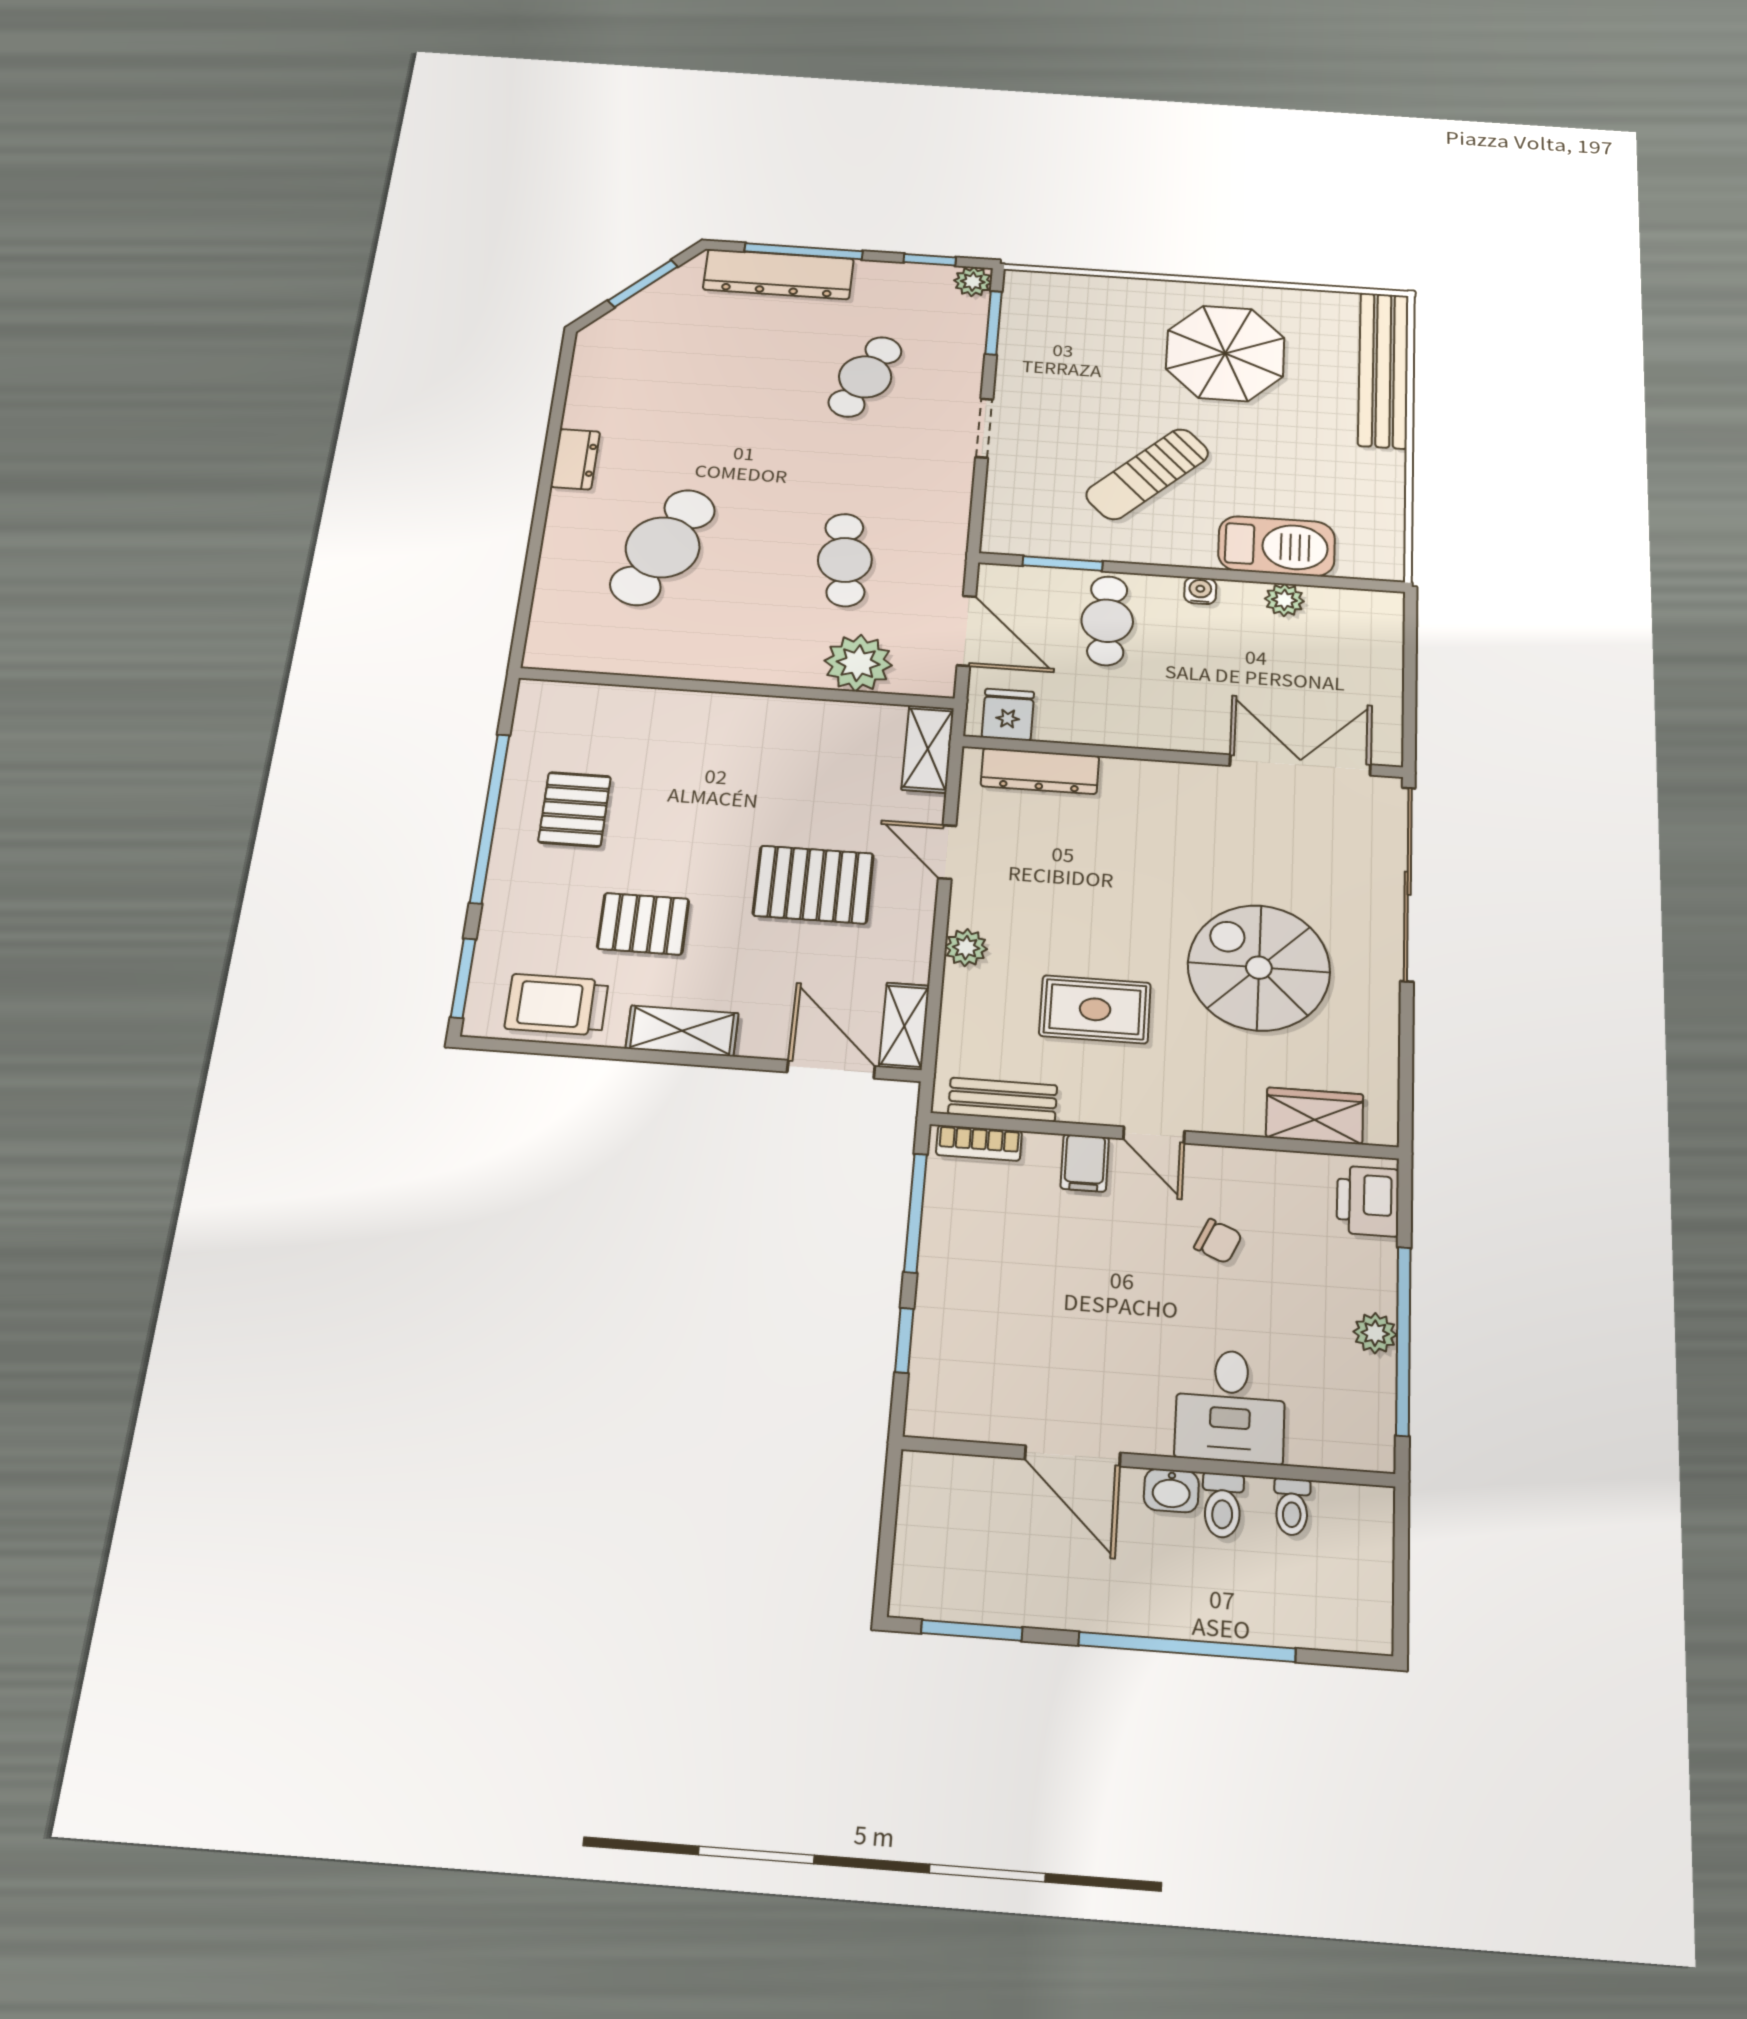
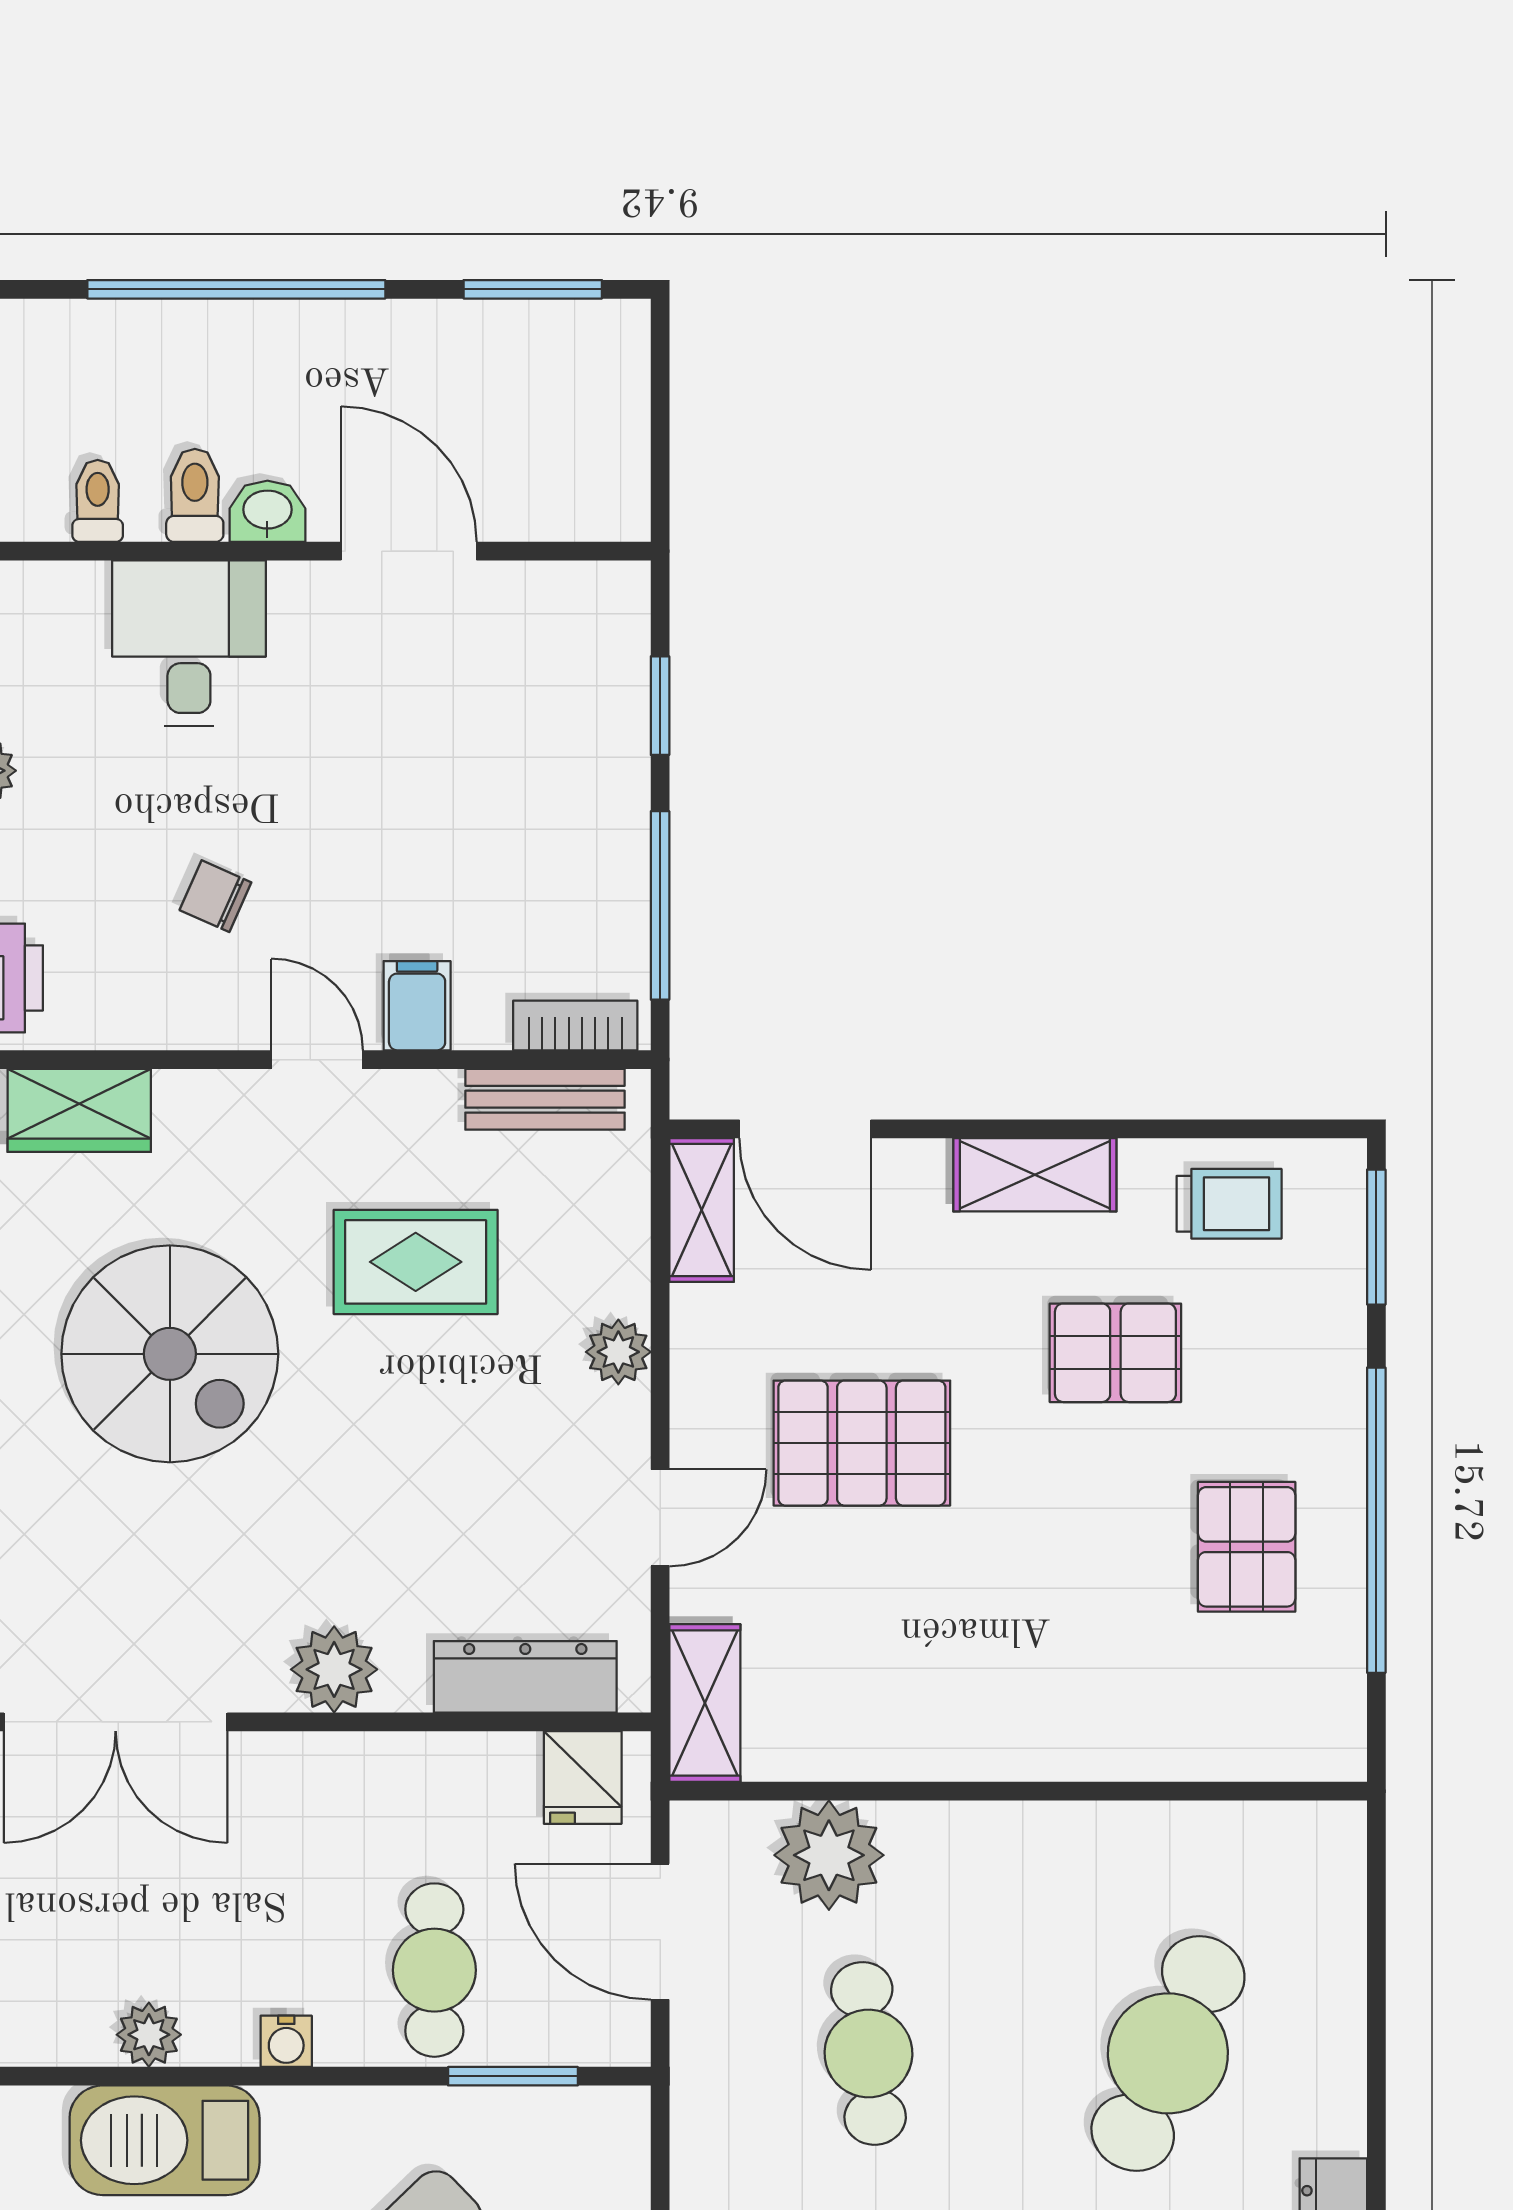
plant: (1161, 784) -> (334, 1669), added
door: (947, 852) -> (660, 1518), hinge flipped
trolley: (557, 1005) -> (1229, 1204), width x0.73, depth x0.72

